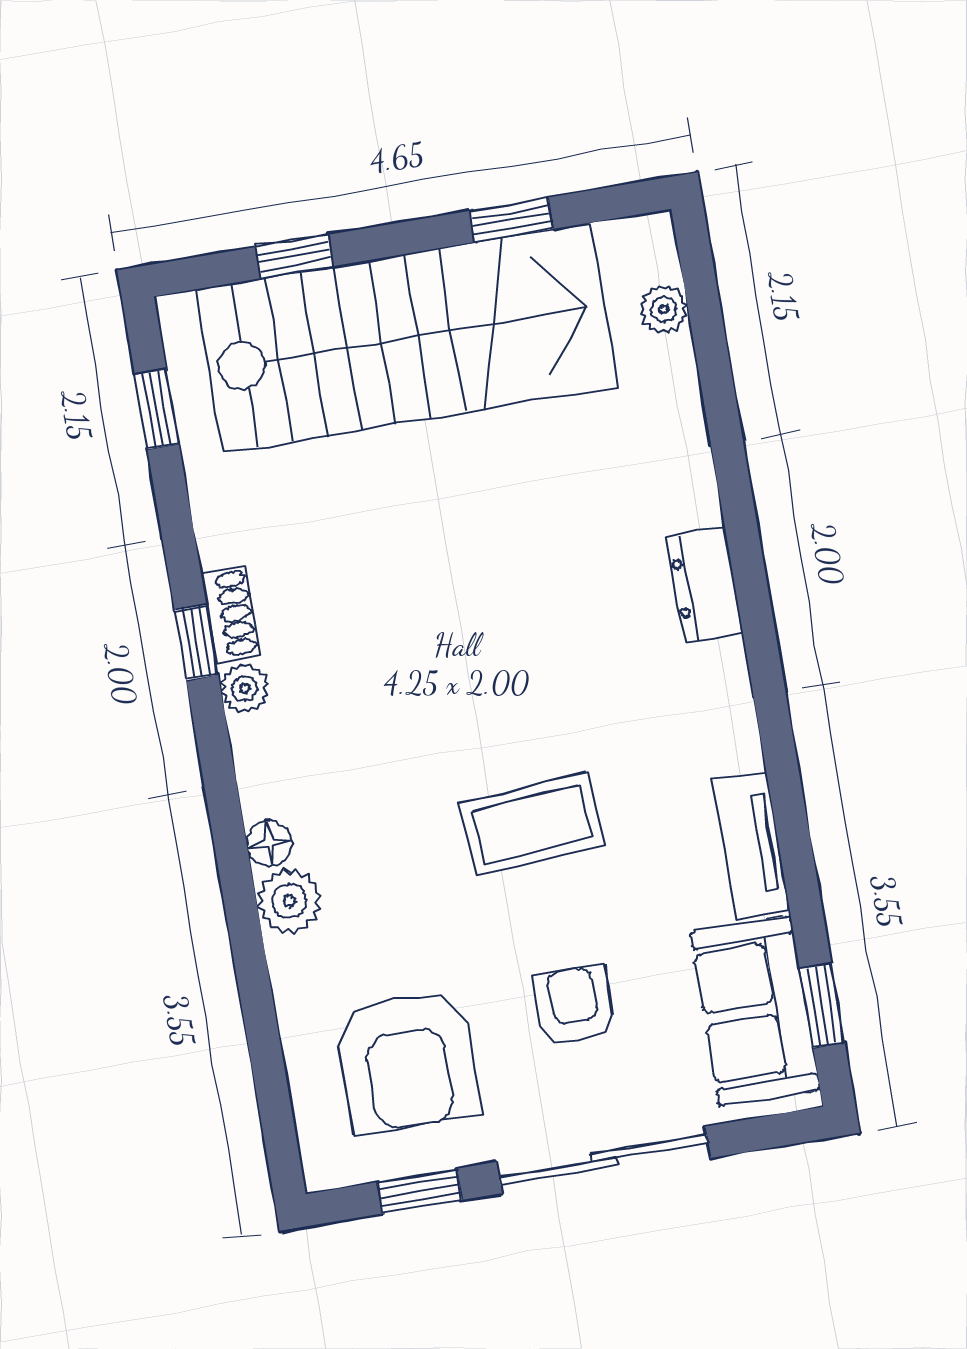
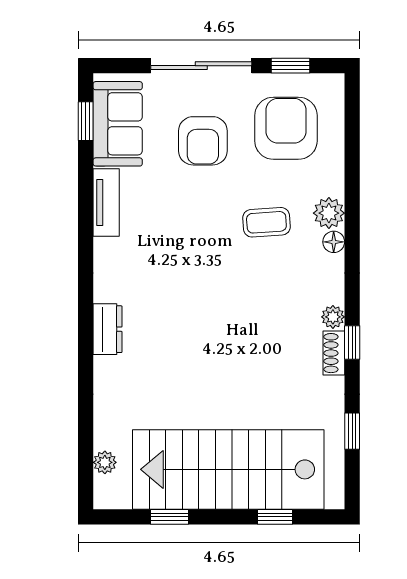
window: (157, 409) -> (352, 431), moved
coffee table: (532, 824) -> (266, 222), moved, width x0.73, depth x0.77
armchair: (574, 1006) -> (203, 141), width x1.38, depth x1.38

